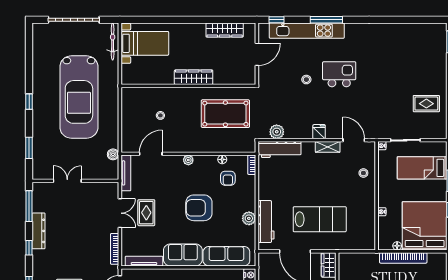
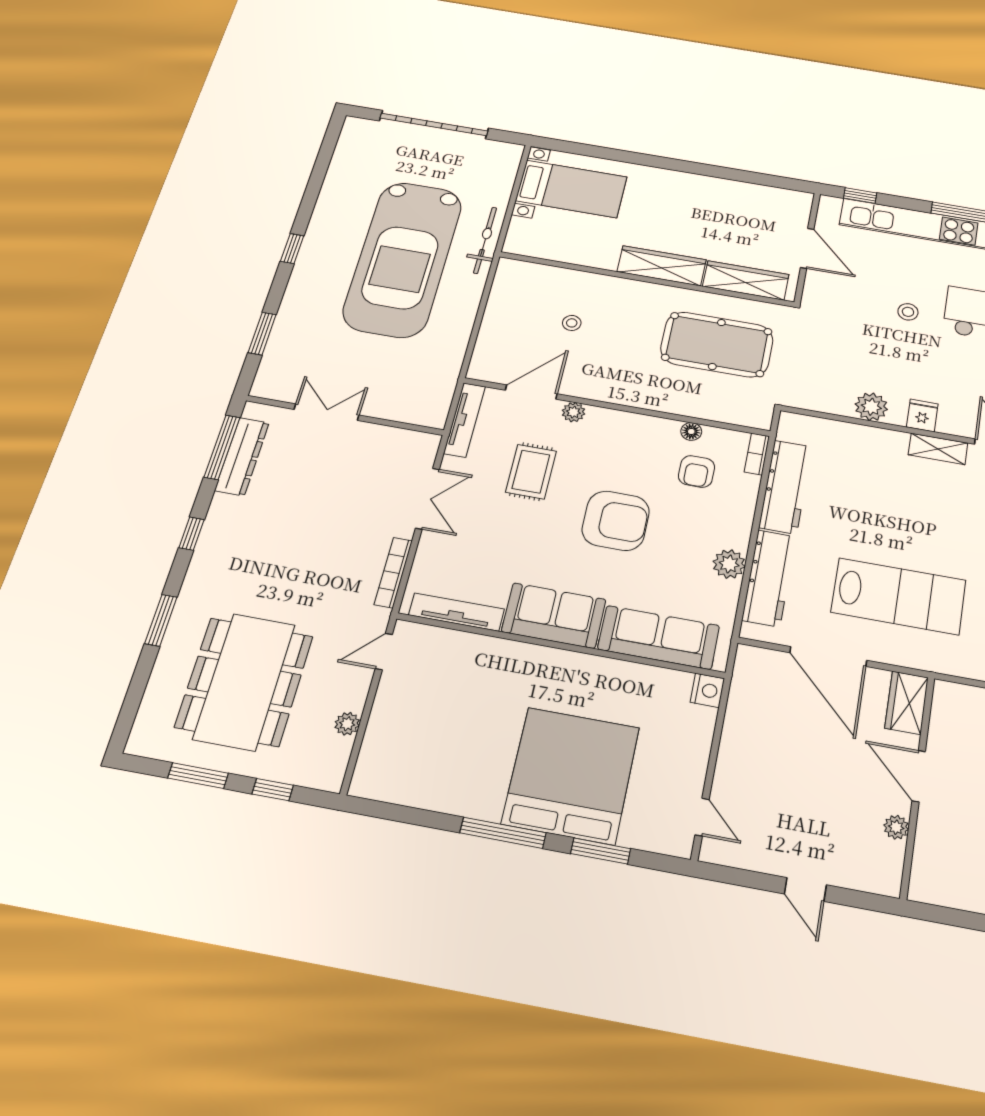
wardrobe: (225, 30) -> (746, 280), moved, turned 180
bicycle: (113, 42) -> (485, 240), moved
door: (257, 54) -> (807, 248), hinge flipped
plant: (277, 132) -> (871, 407), moved
workbench: (280, 149) -> (785, 487), moved, turned -90
boiler: (113, 154) -> (446, 378), removed
plant: (188, 160) -> (573, 412), moved
armchair: (199, 208) -> (616, 521), turned 180
rug: (146, 213) -> (531, 472), moved
dresser: (39, 231) -> (242, 456), moved

